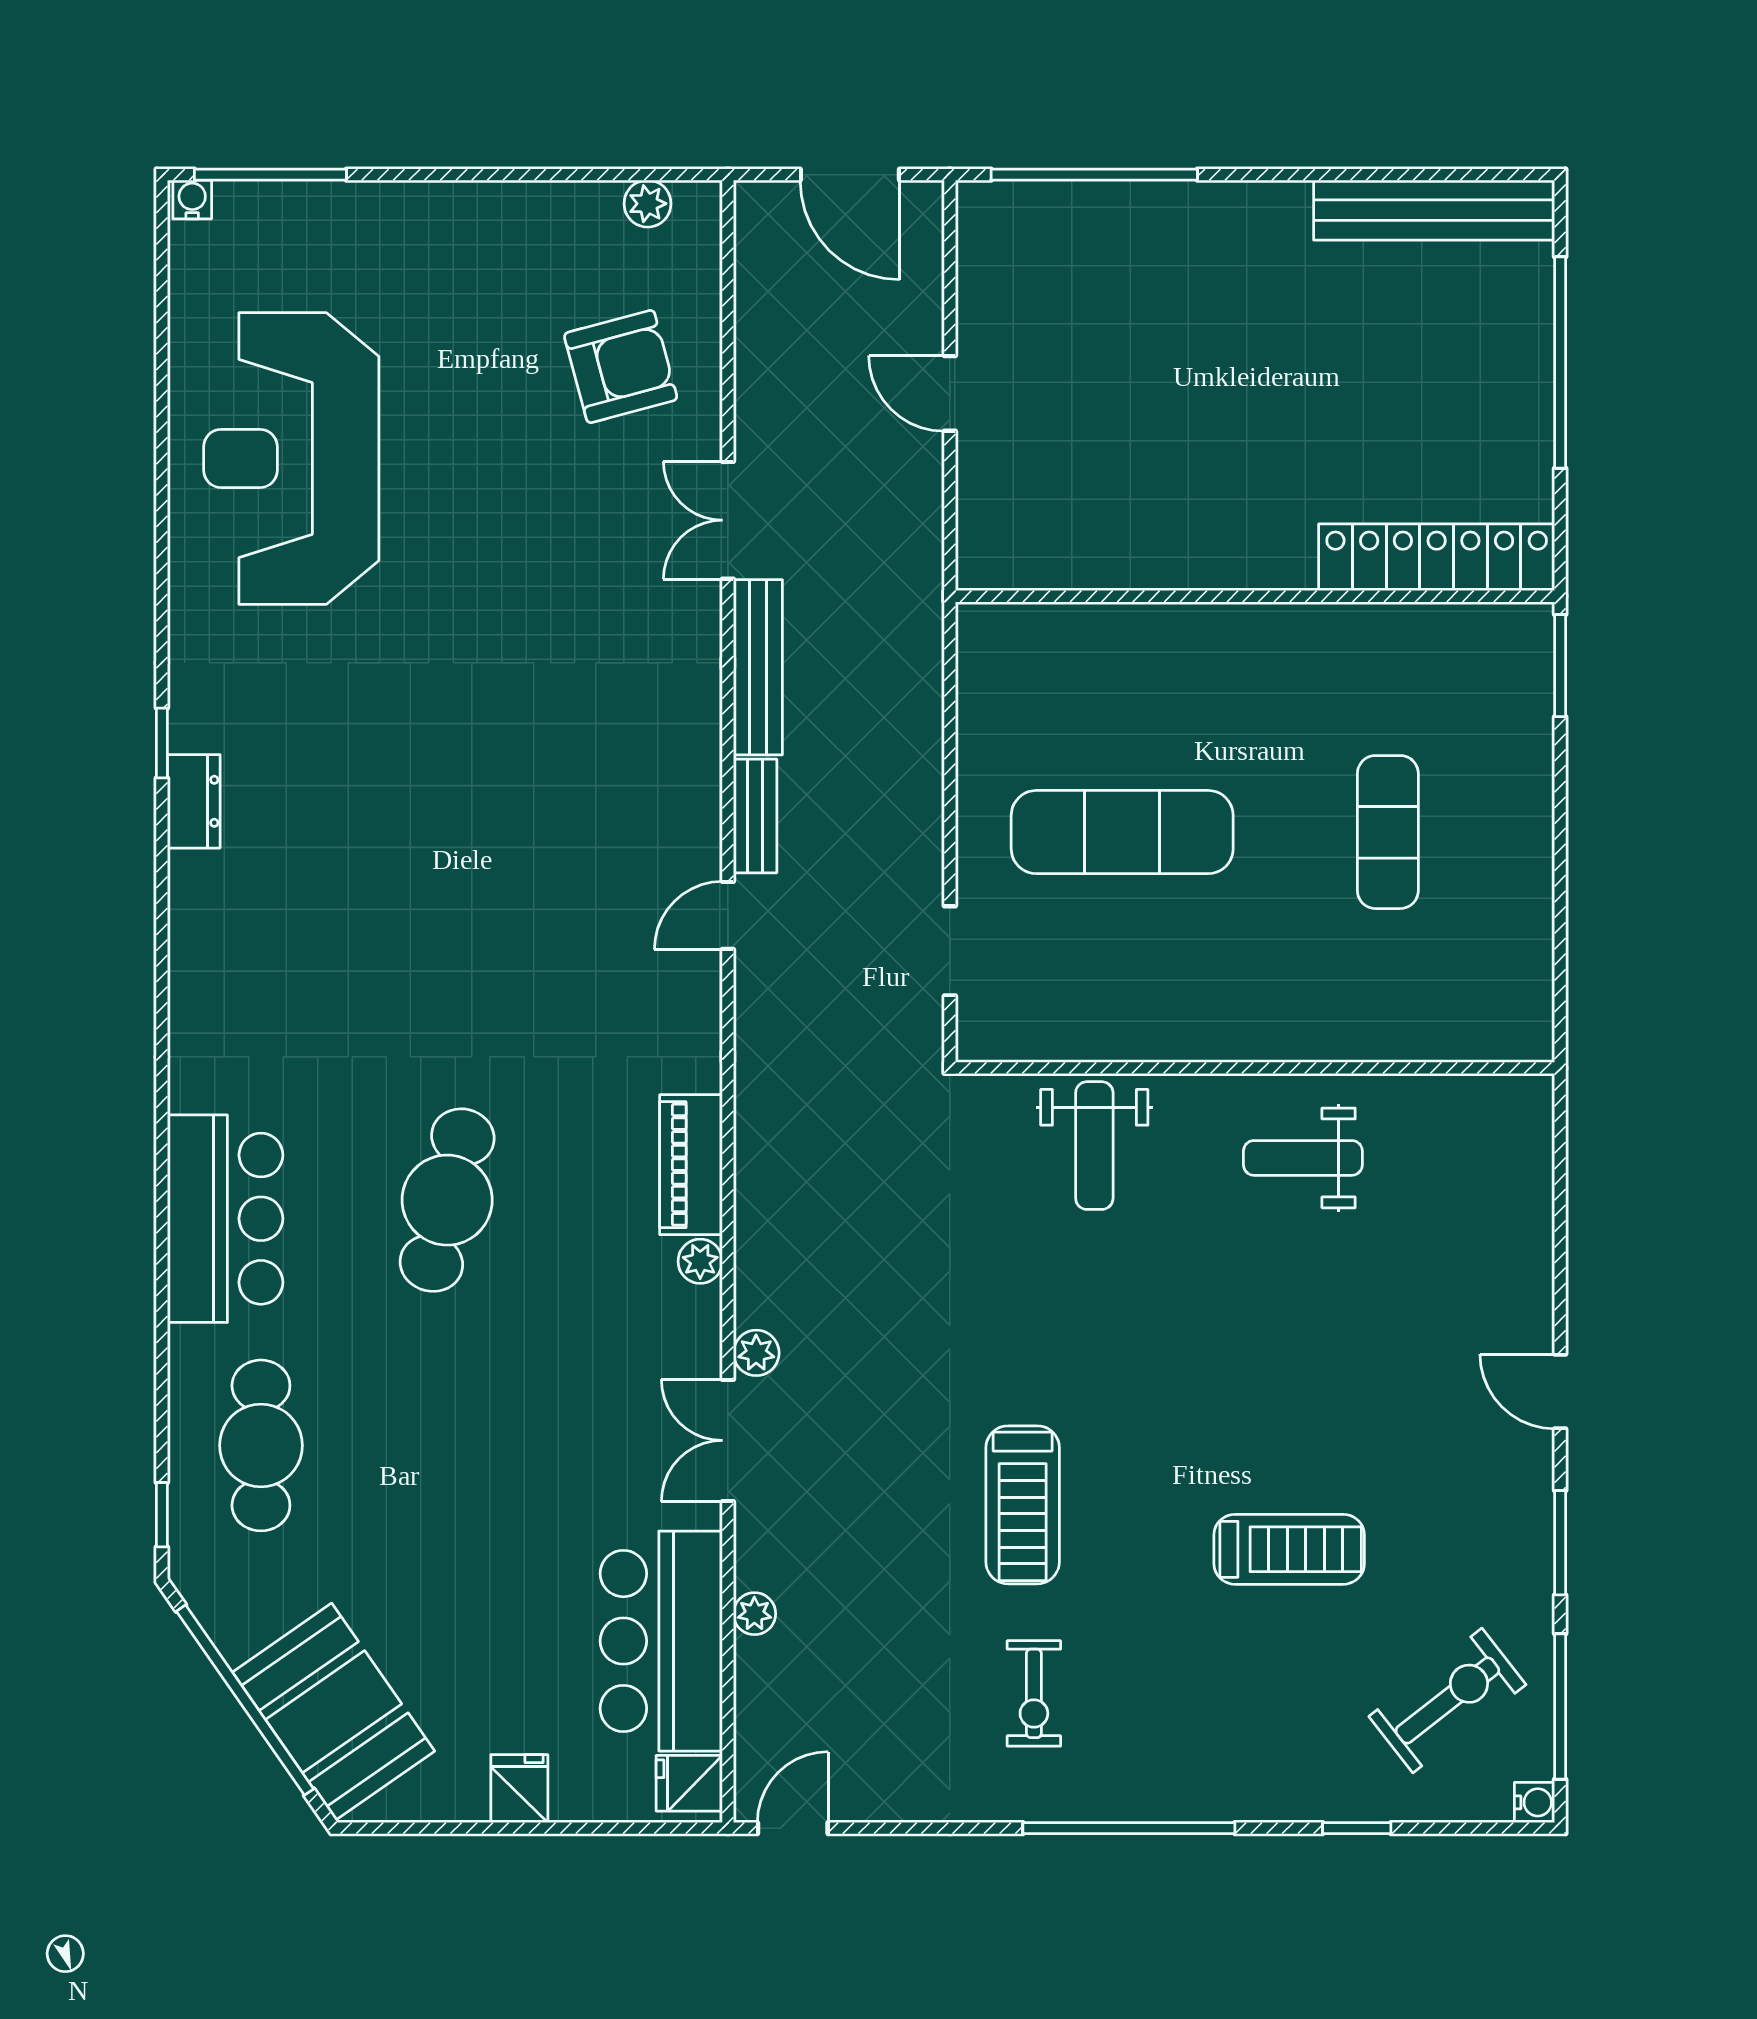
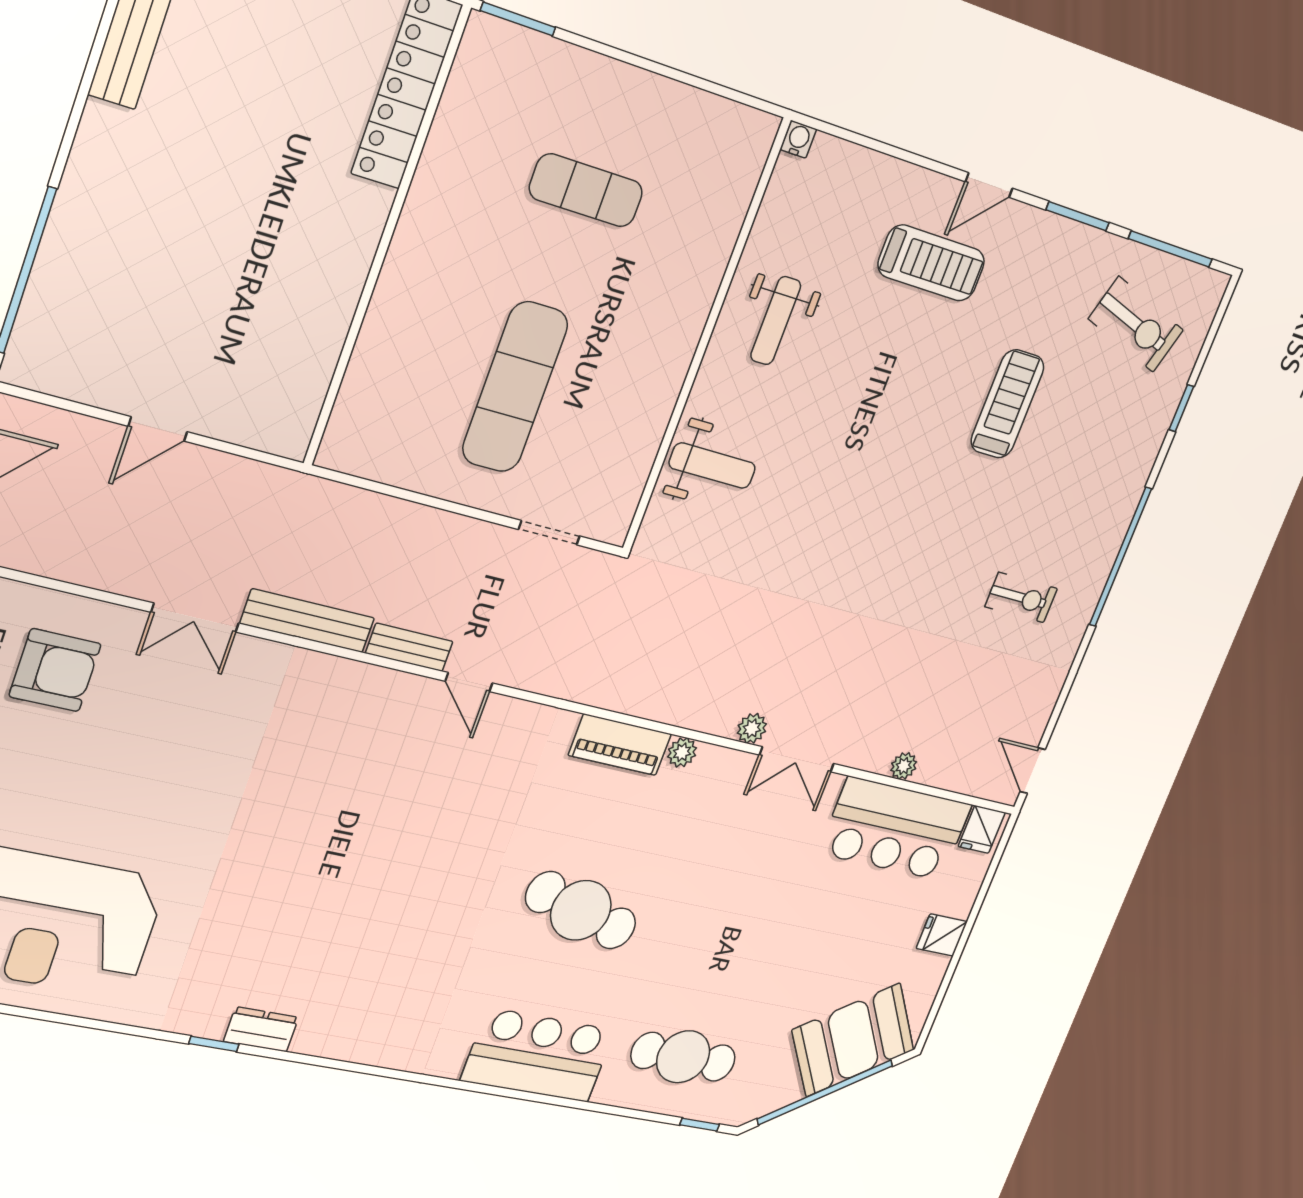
armchair: (621, 367) -> (55, 670), turned 105
treadmill: (1023, 1505) -> (931, 263), moved
exercise bike: (1447, 1701) -> (1136, 324), turned 145
water cooler: (1535, 1802) -> (798, 139), moved

